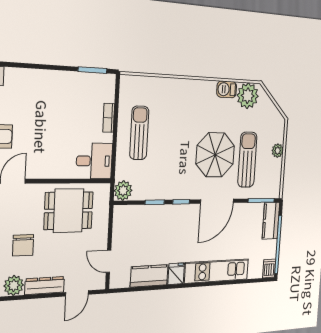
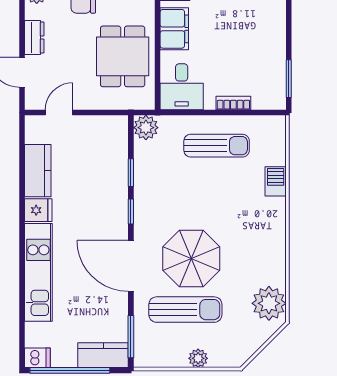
barbecue: (227, 89) -> (276, 181), moved
filing cabinet: (49, 167) -> (174, 29), added
dresser: (45, 286) -> (34, 38), width x0.70

